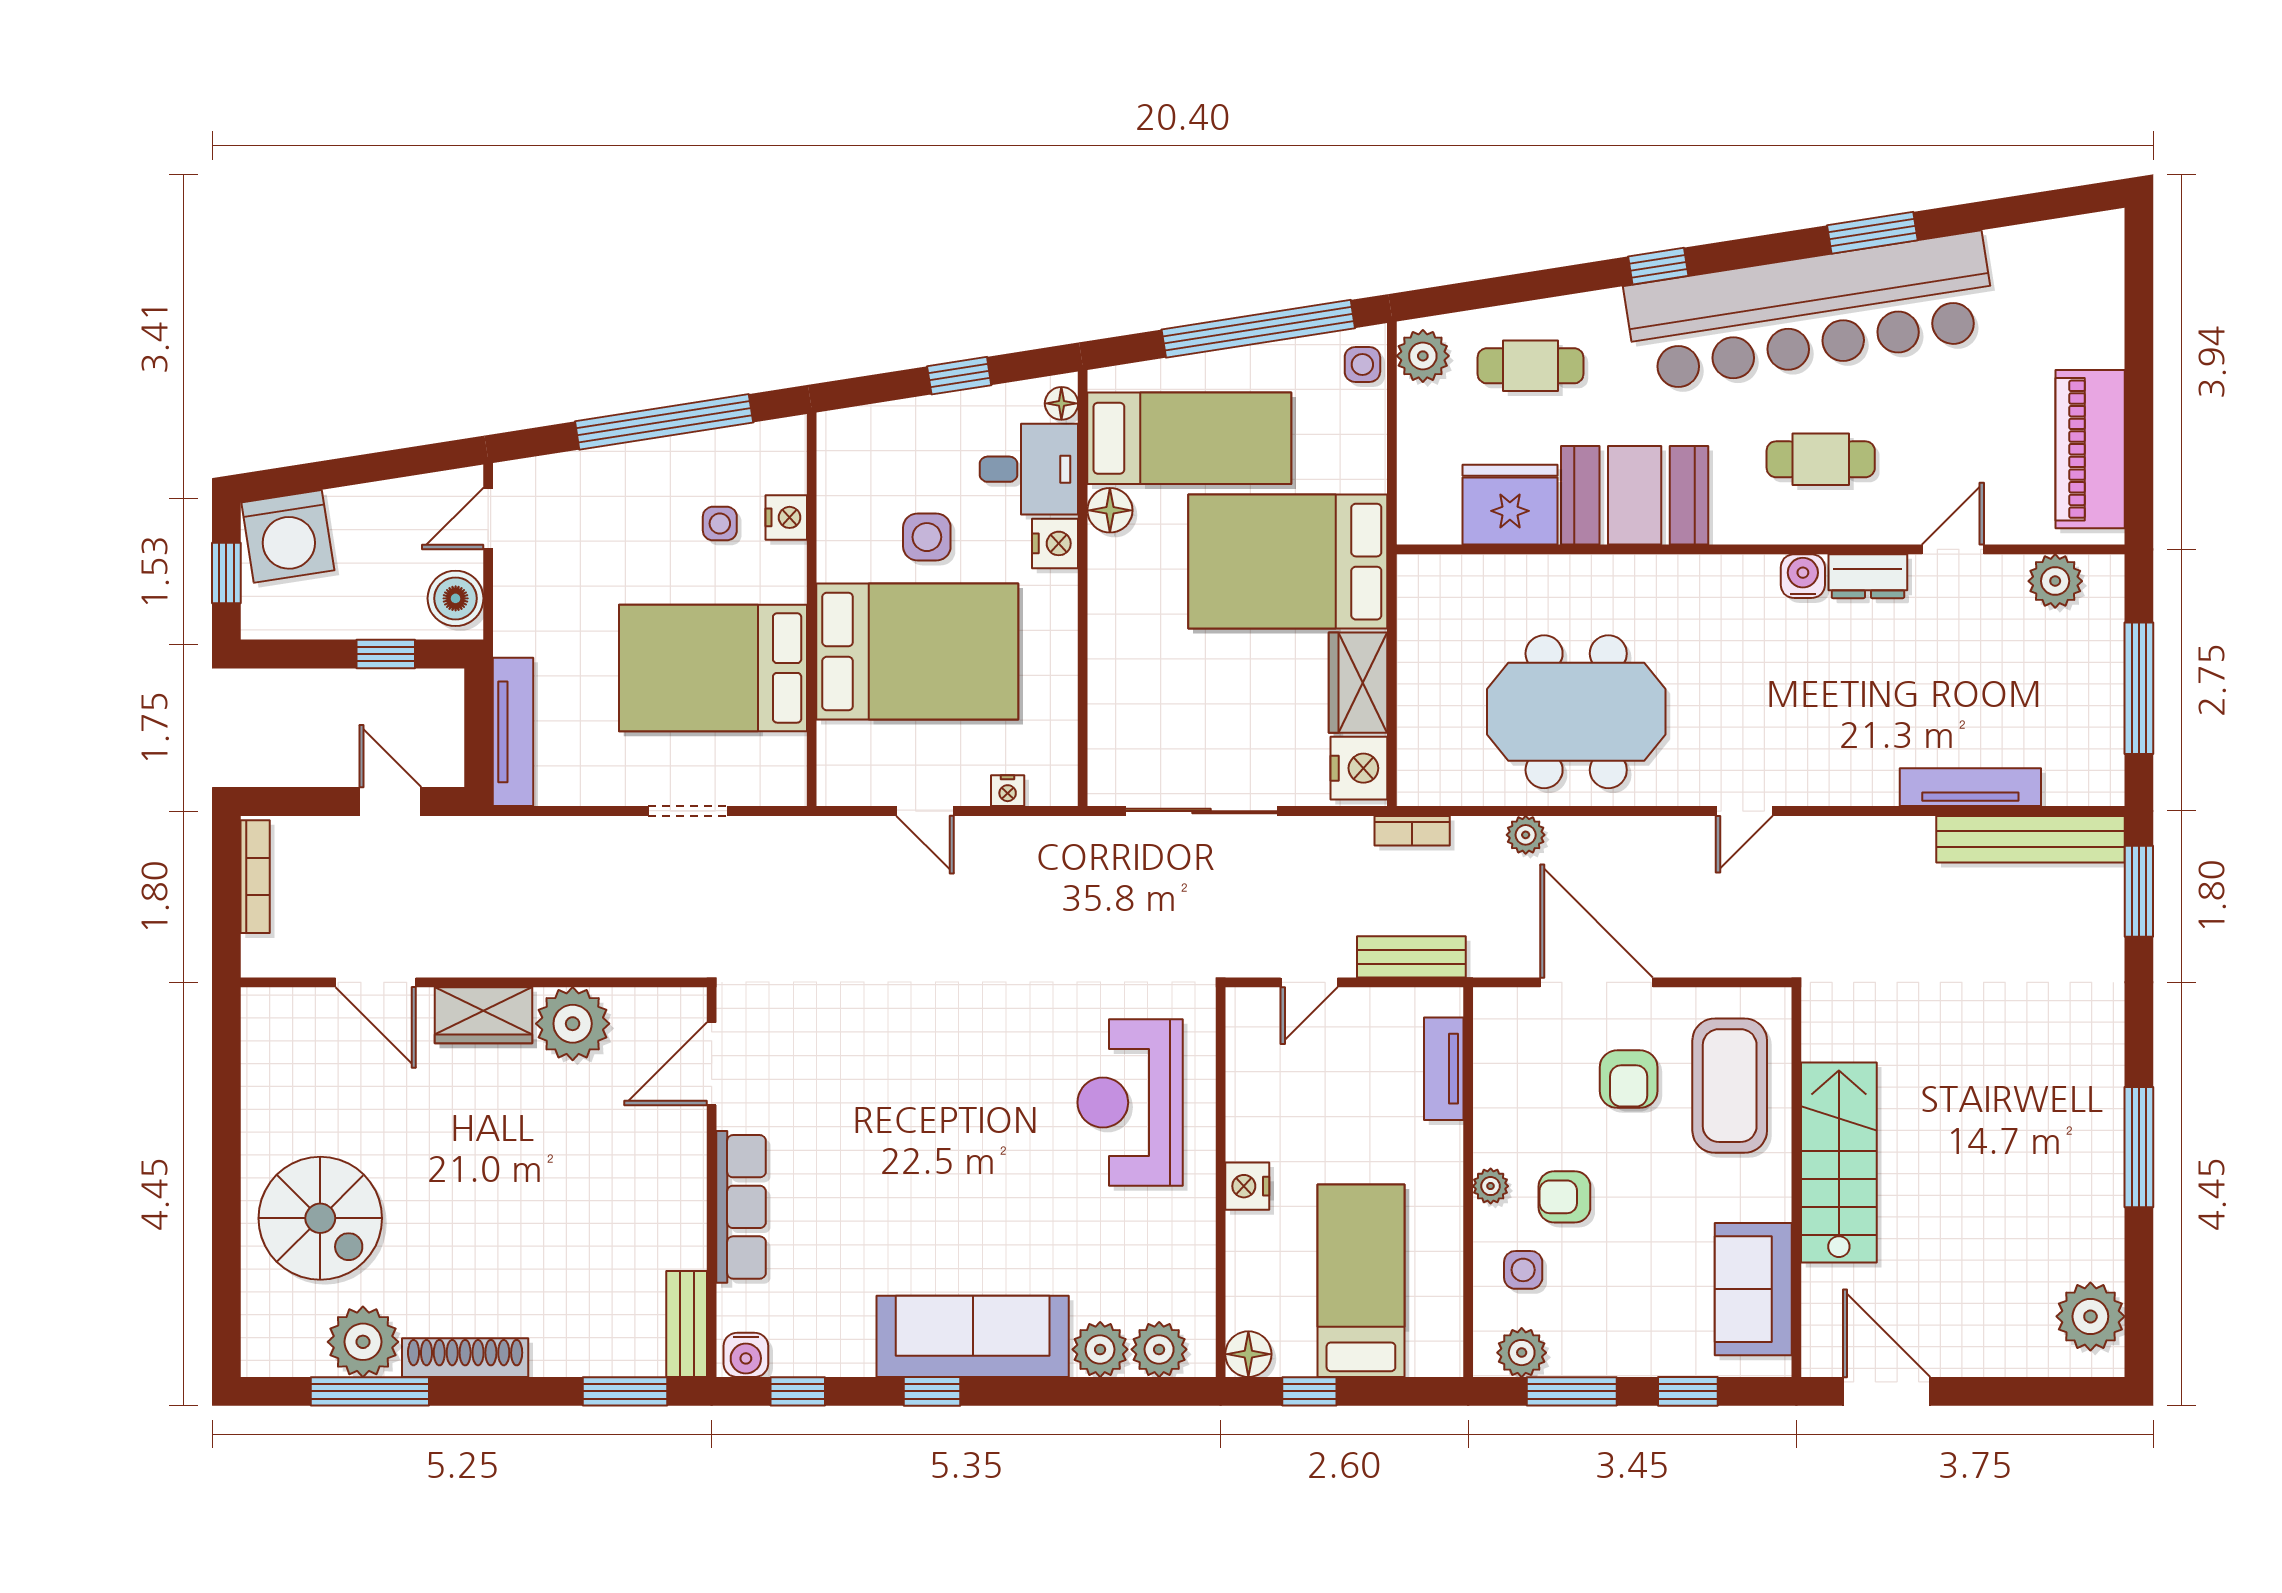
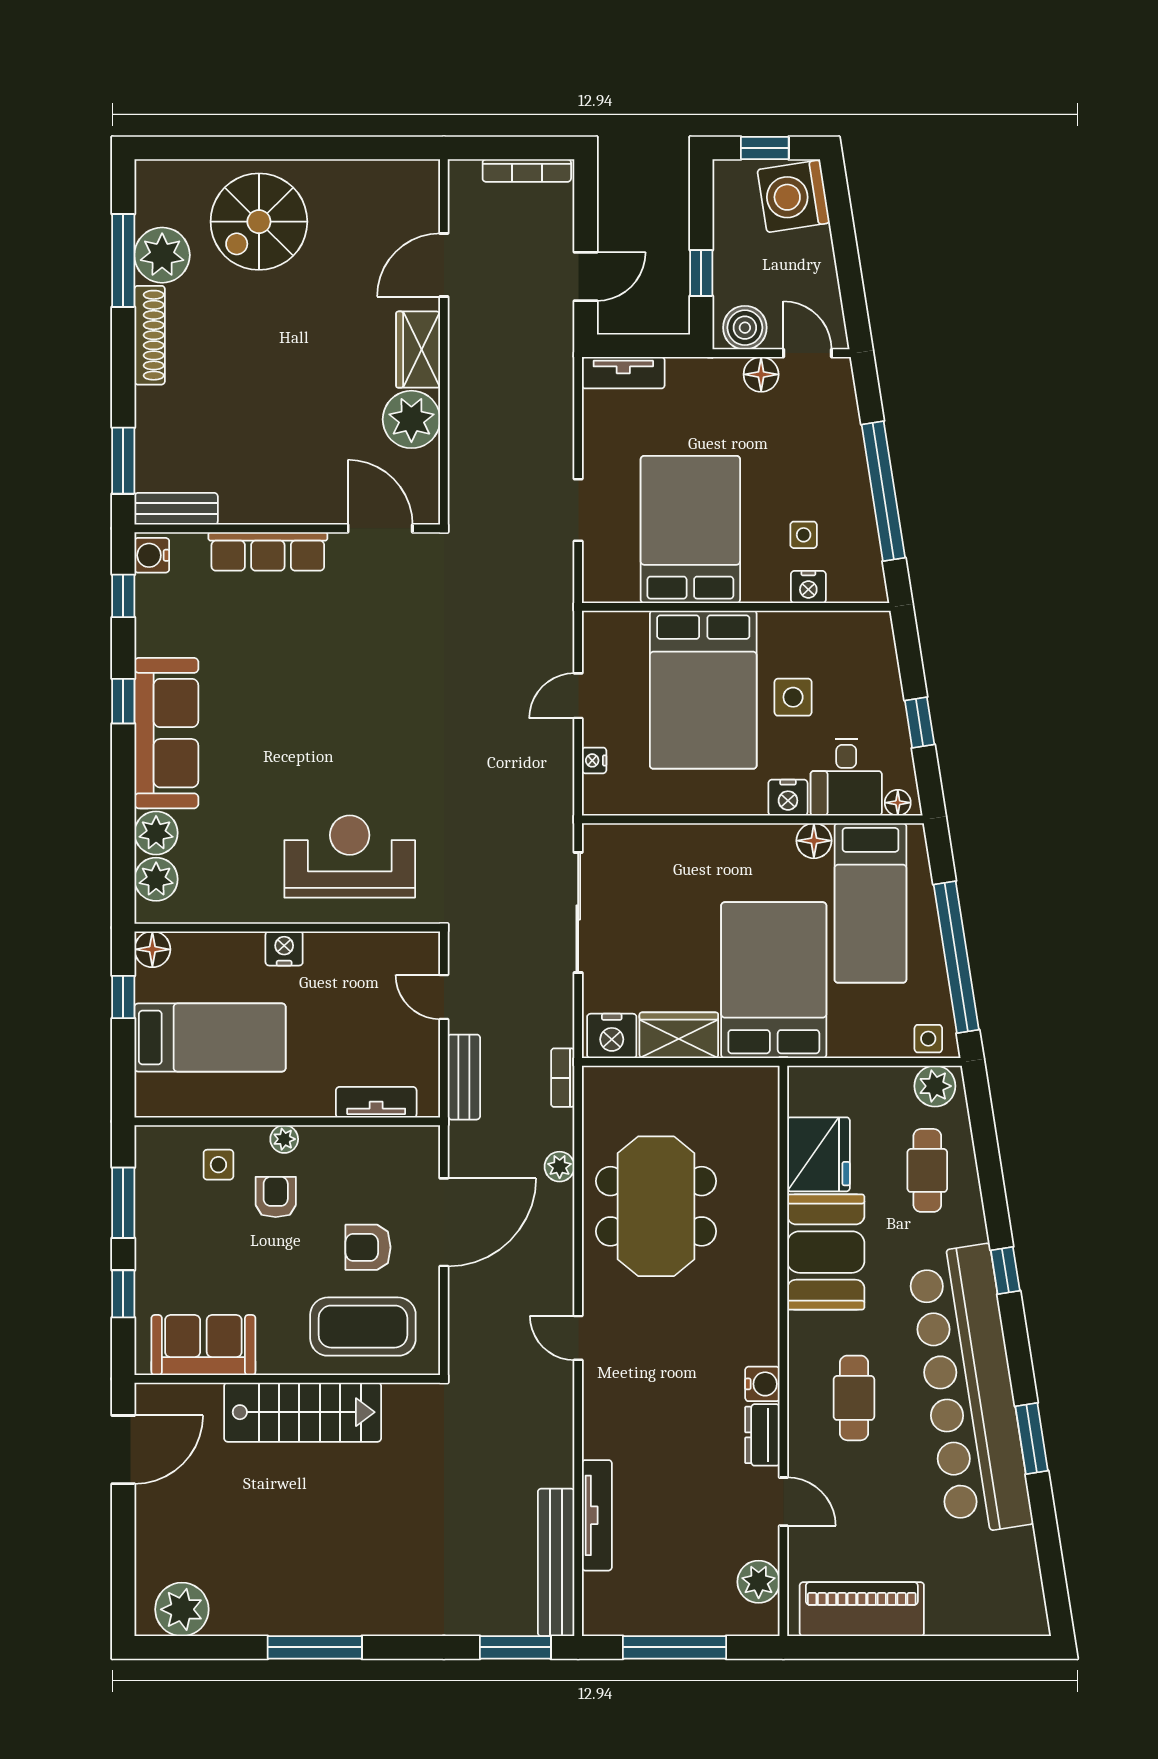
floor lamp: (515, 578) -> (761, 374), added
tv unit: (513, 732) -> (623, 373), width x0.71
plant: (1522, 1353) -> (154, 1163), removed

